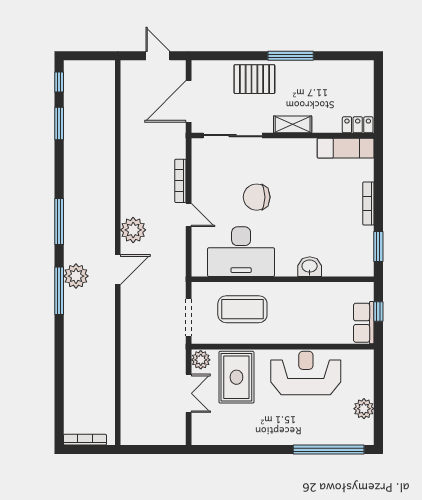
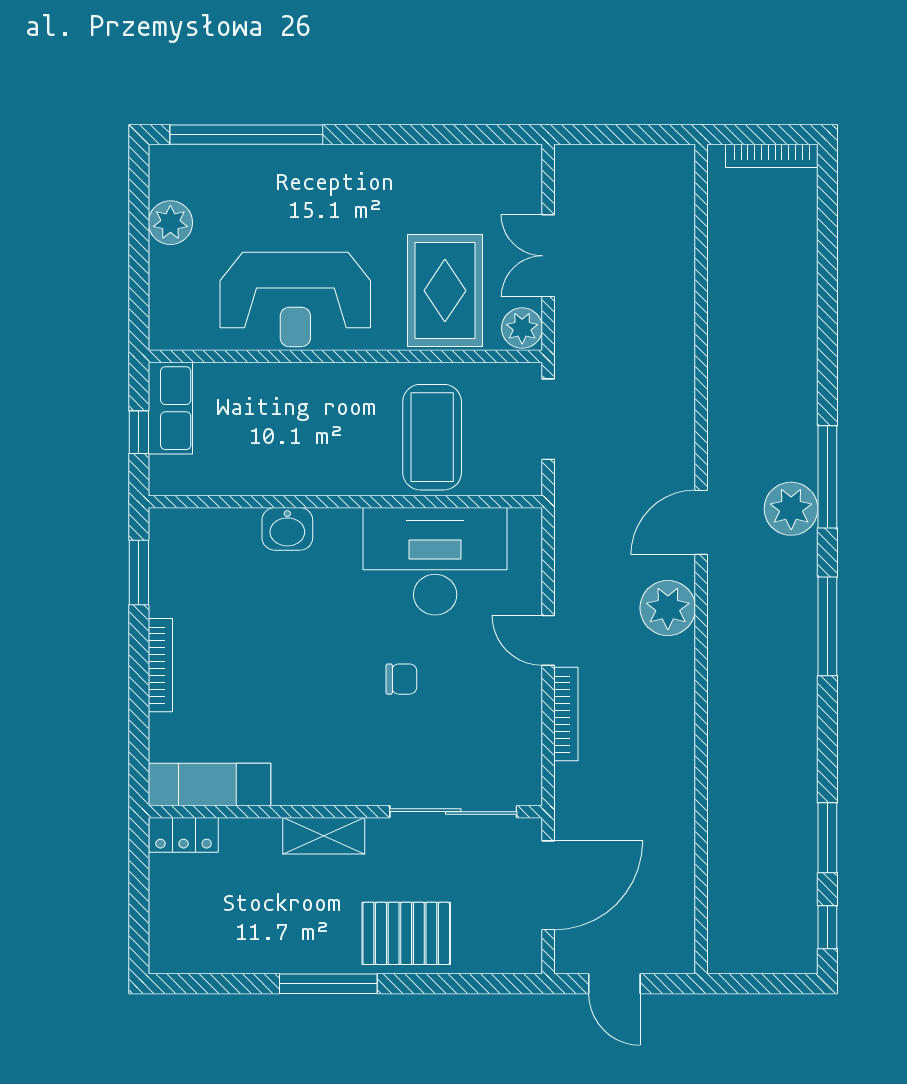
chair: (257, 197) -> (401, 679), width x0.54, depth x0.54
coffee table: (242, 309) -> (432, 437), turned 90

